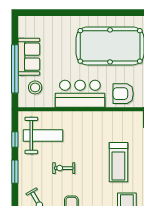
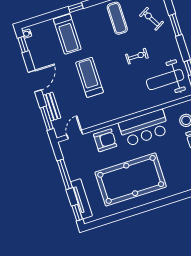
window: (15, 172) -> (176, 25), moved

